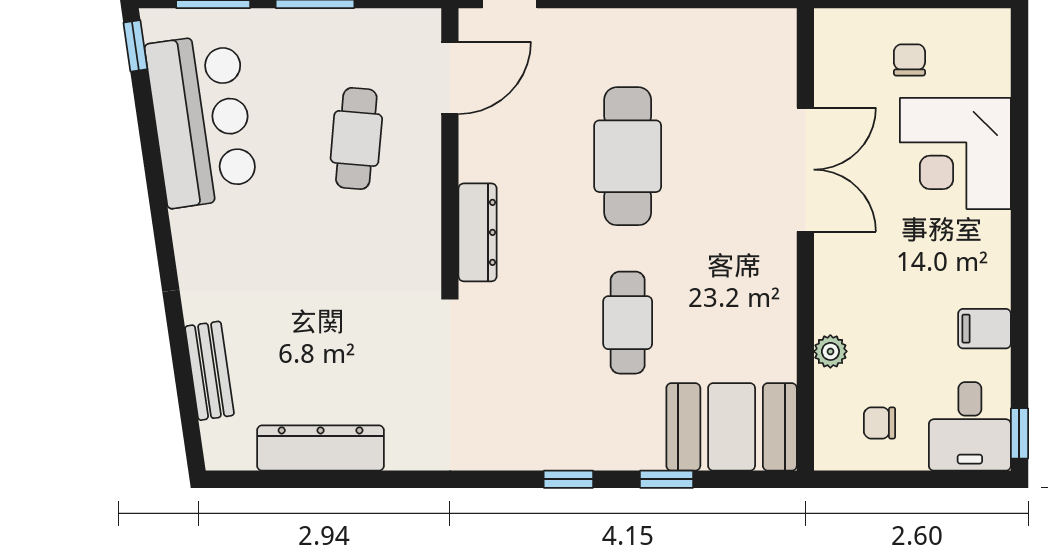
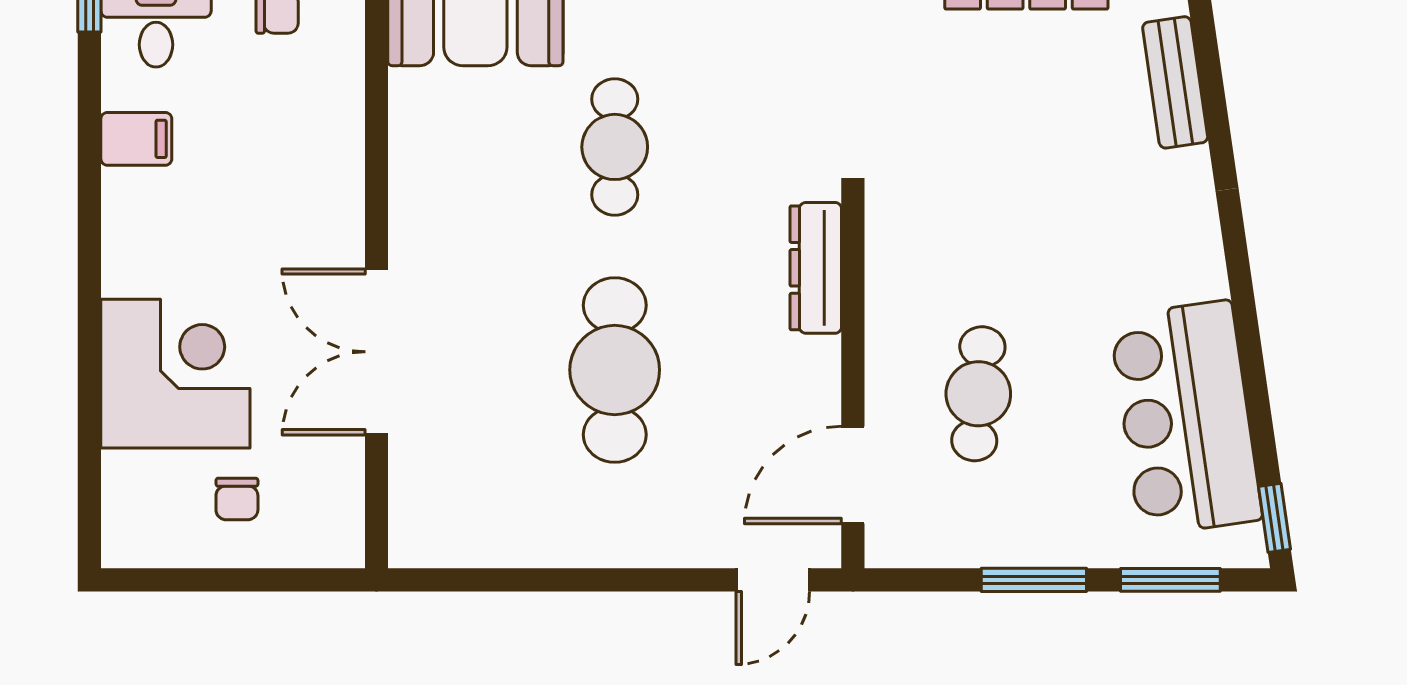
plant: (830, 351) -> (343, 108), removed

